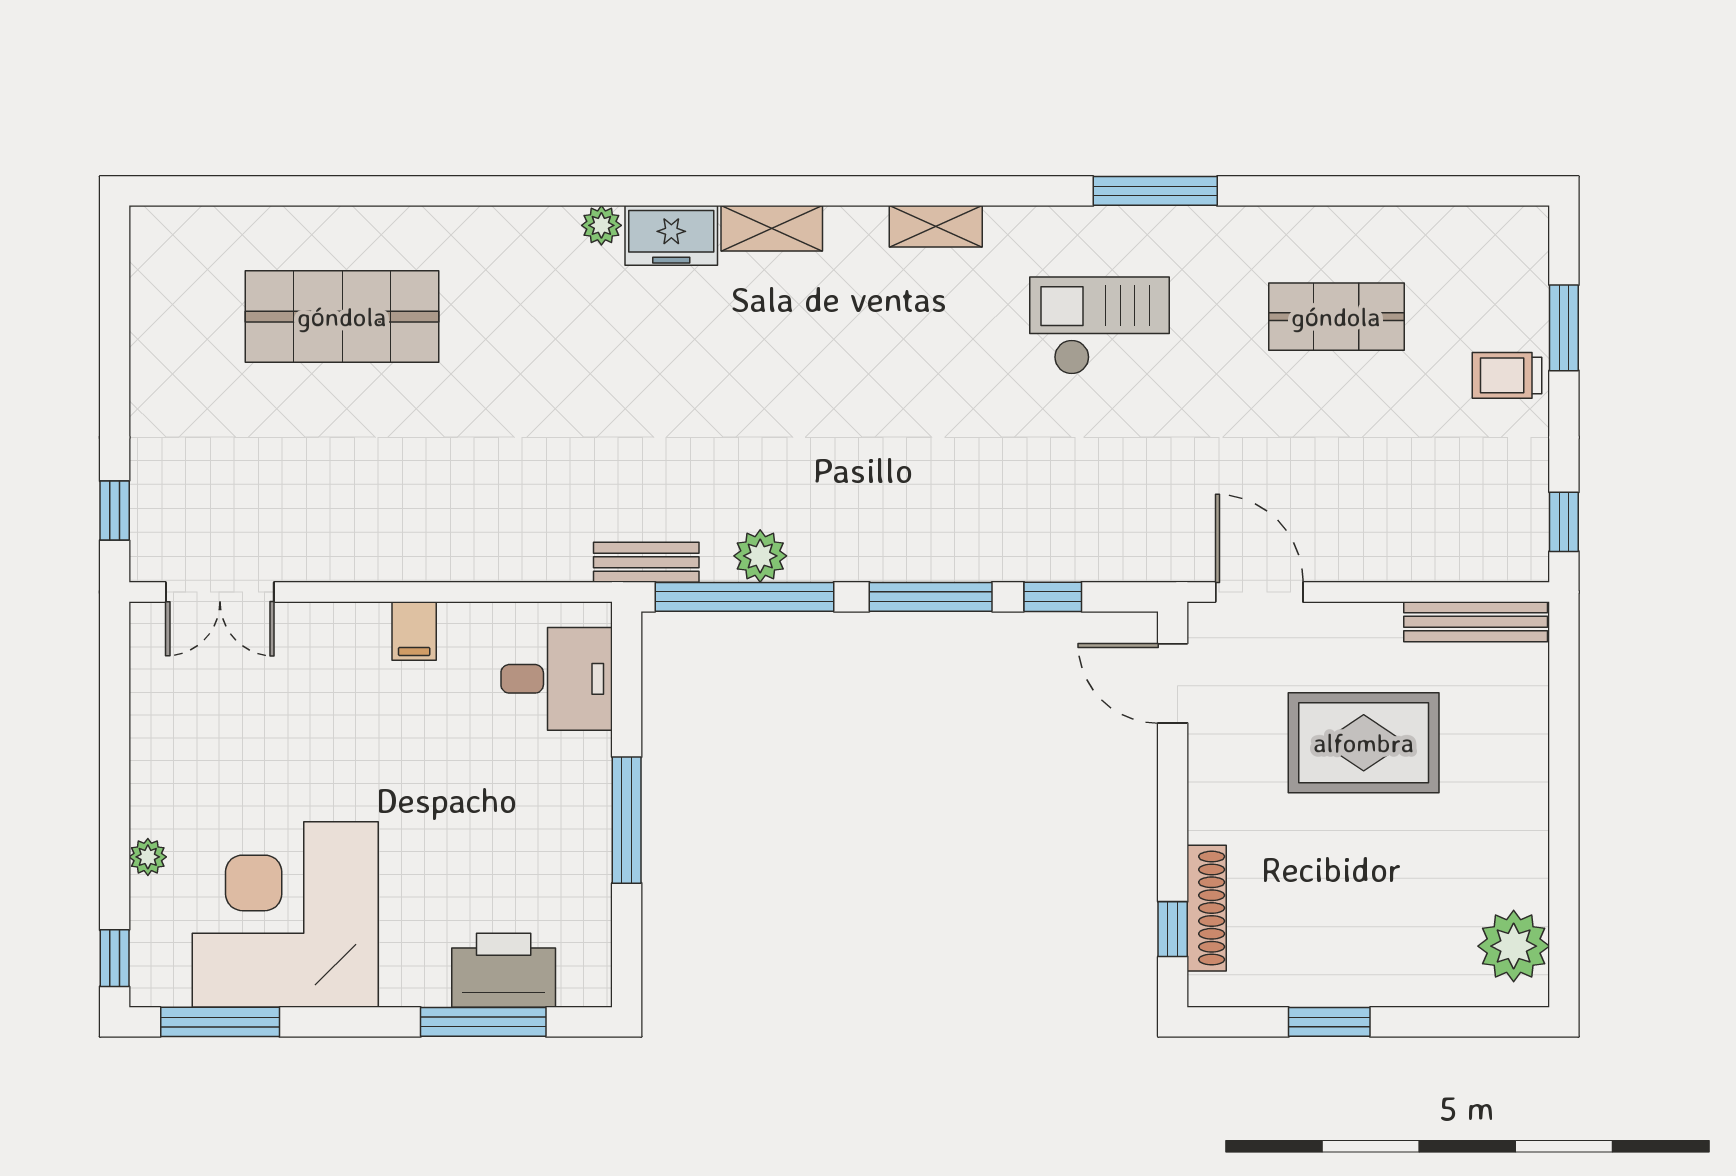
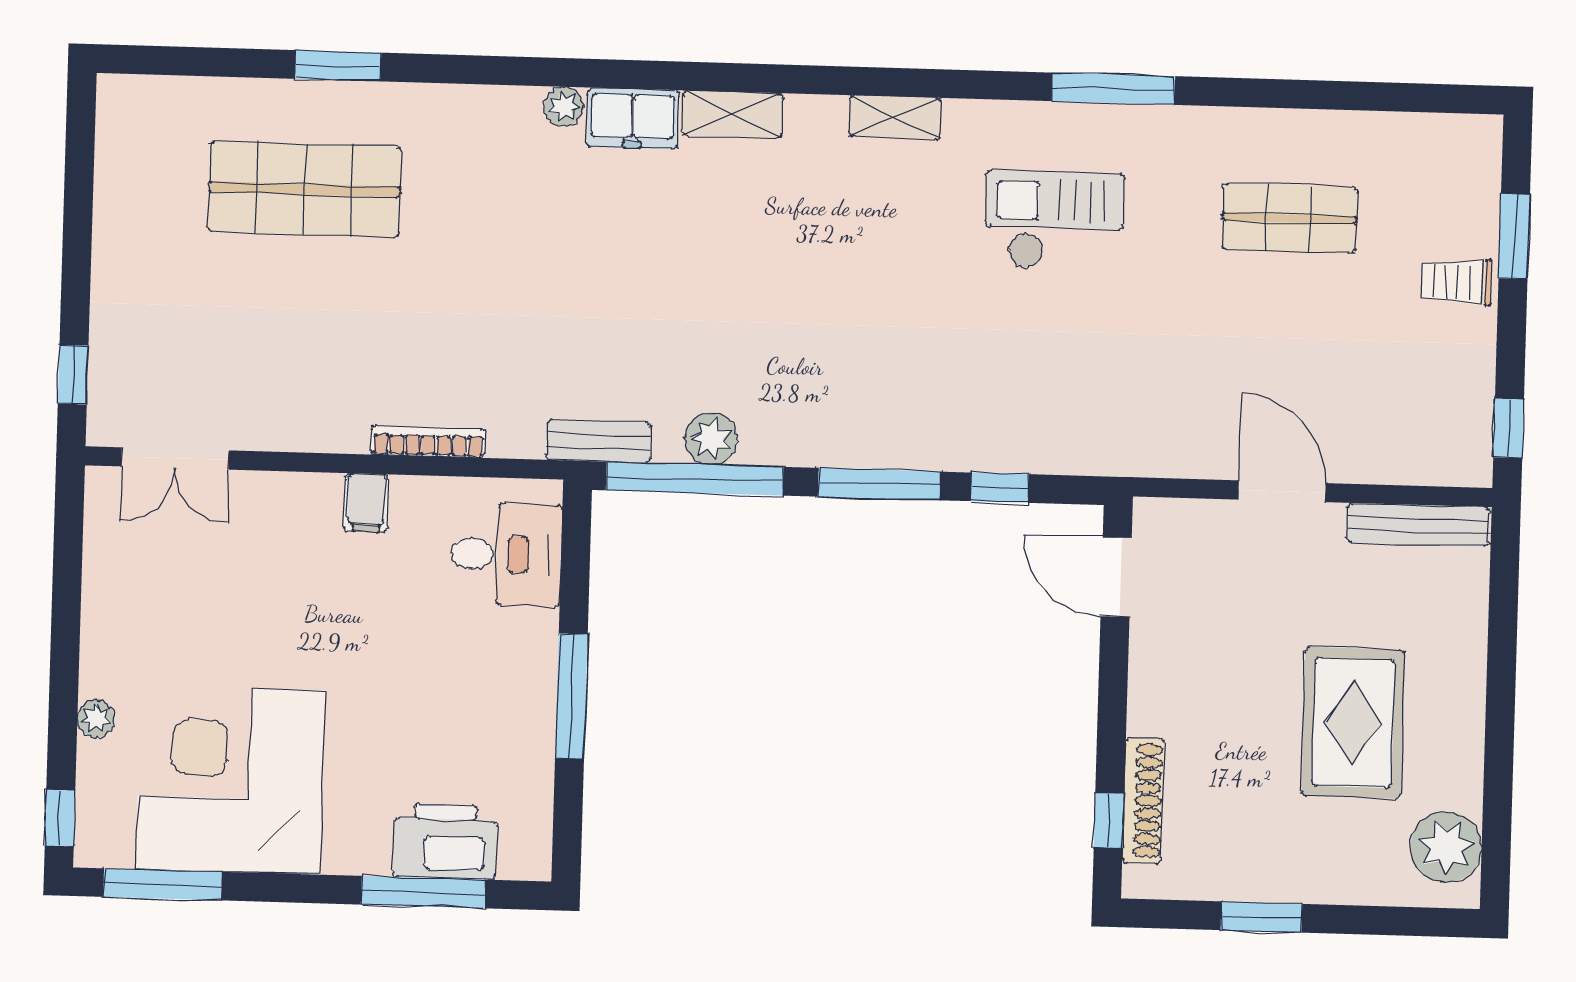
window: (373, 191) -> (338, 66), added
bookcase: (475, 568) -> (428, 442), added
door: (1259, 592) -> (1282, 491), moved
rug: (1364, 743) -> (1353, 723), moved, turned 90

